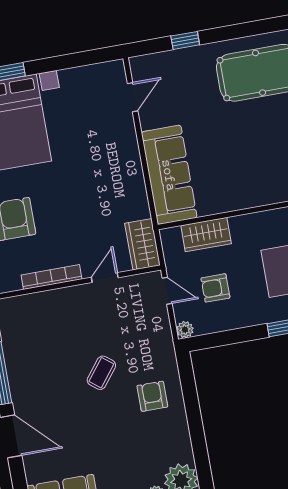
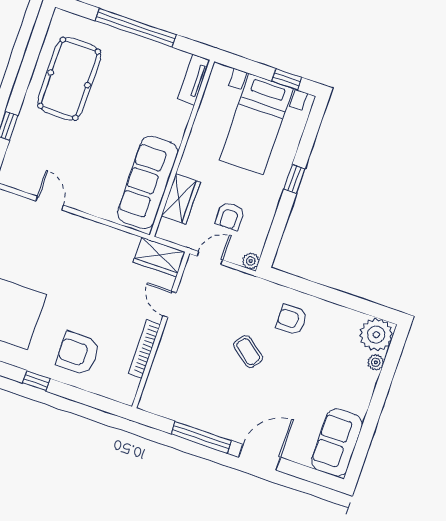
door: (133, 97) -> (50, 203), moved
sofa: (169, 175) -> (148, 182), moved, turned -90

